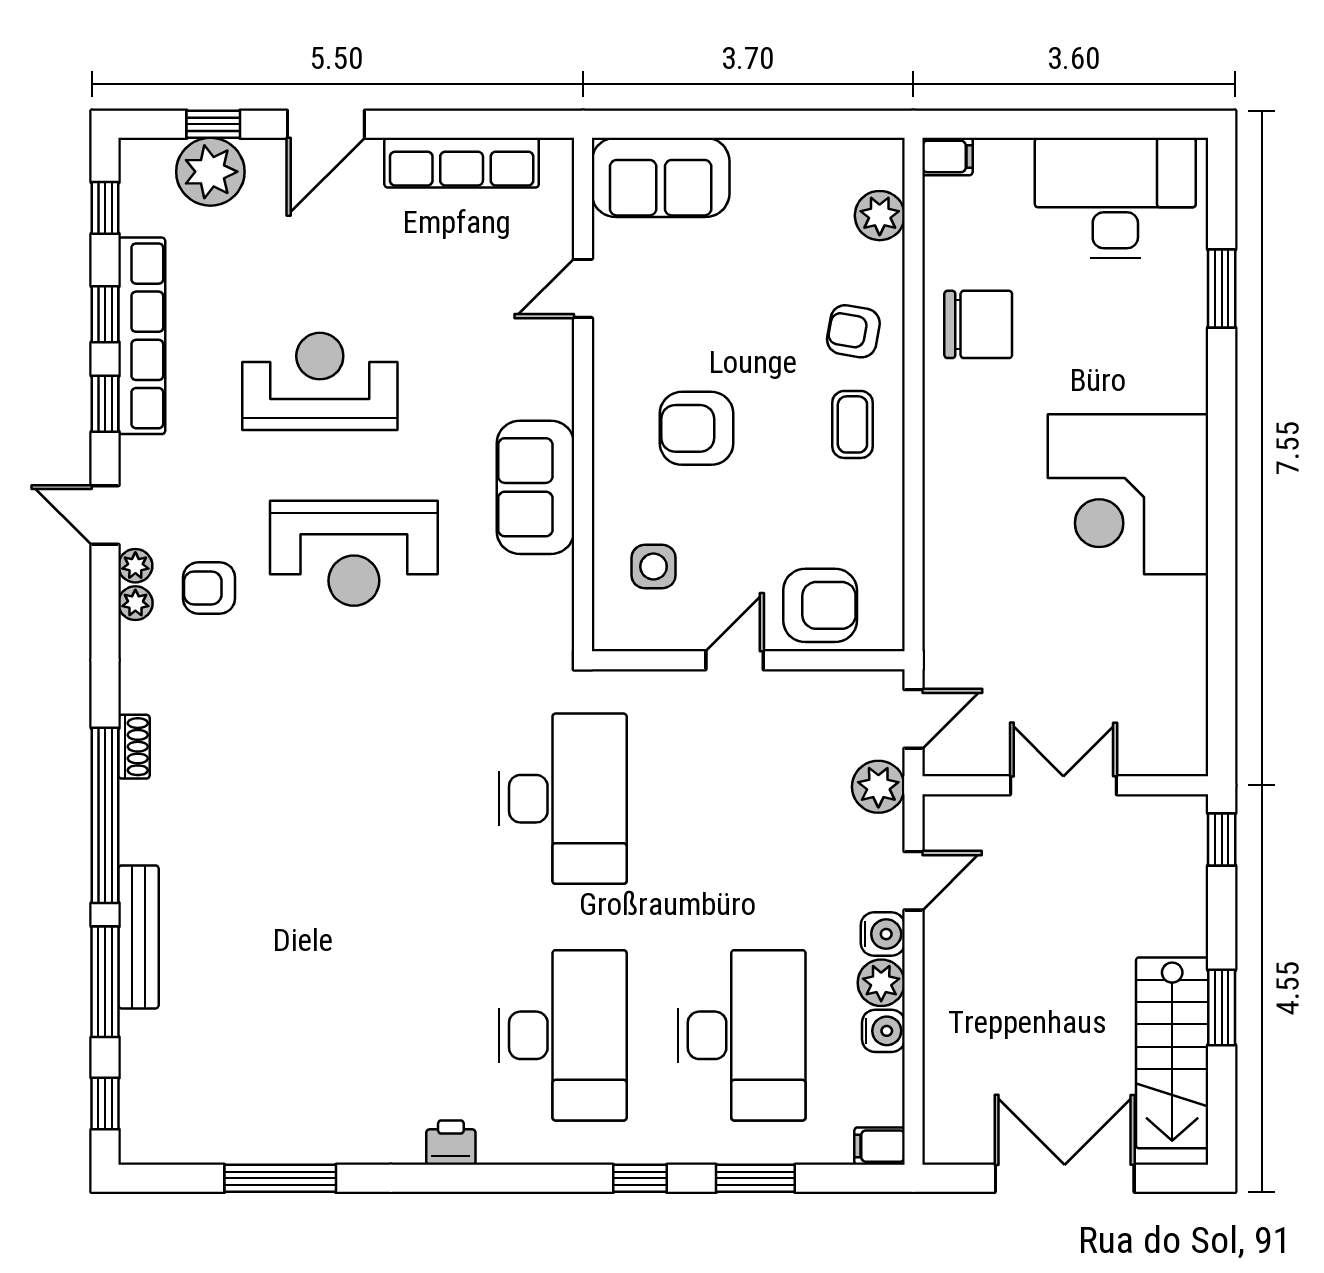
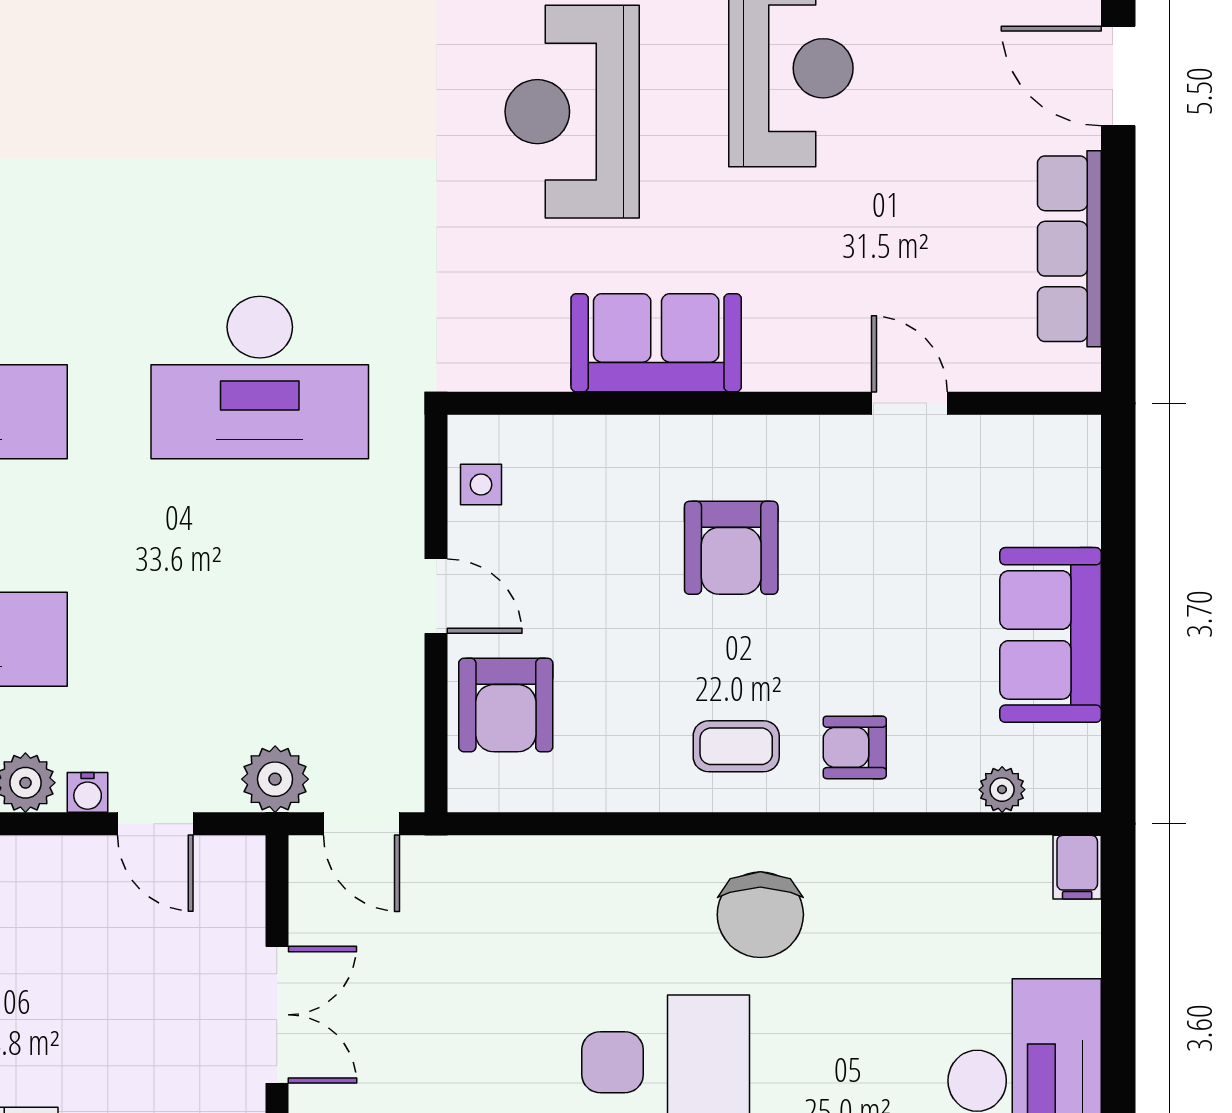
sofa: (661, 177) -> (1051, 635), moved
plant: (880, 216) -> (1002, 790), width x0.73, depth x0.73
chair: (978, 324) -> (760, 915), moved
armchair: (853, 331) -> (855, 747), turned -100
armchair: (697, 428) -> (731, 548), turned 180
side table: (654, 567) -> (481, 485), moved, width x0.73, depth x0.73
water cooler: (883, 934) -> (88, 792), width x0.72, depth x0.72

